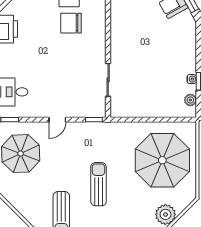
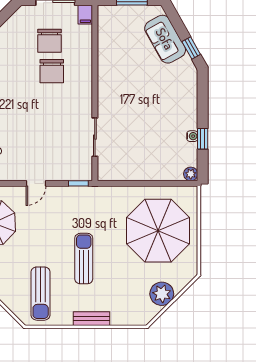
chair: (71, 23) -> (52, 71), turned -90
plant: (190, 100) -> (191, 174), moved

